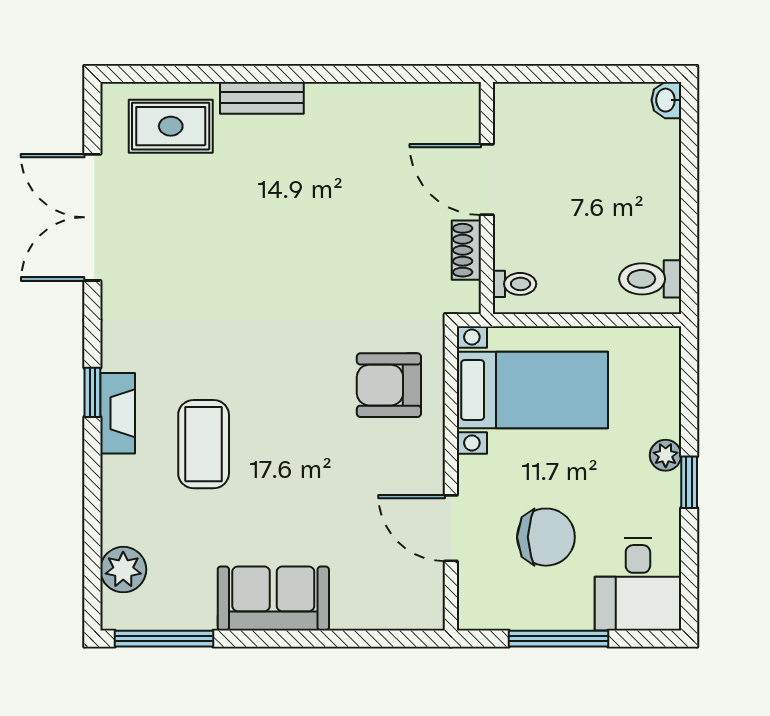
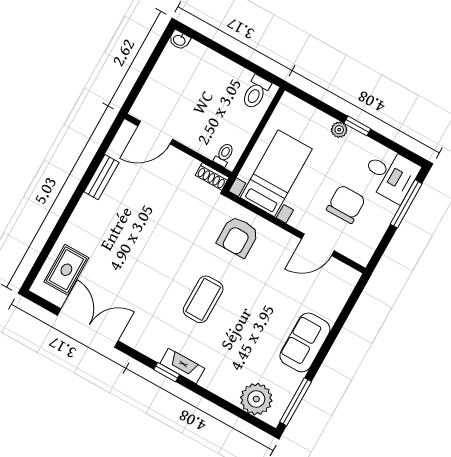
bench: (262, 98) -> (101, 177), moved
door: (487, 180) -> (155, 133), moved
double door: (92, 217) -> (88, 328), swing flipped
shoe rack: (466, 250) -> (212, 176), moved
coffee table: (204, 444) -> (203, 299), moved, turned 90
plant: (123, 570) -> (256, 399), width x1.36, depth x1.36
window: (559, 639) -> (406, 204), moved

